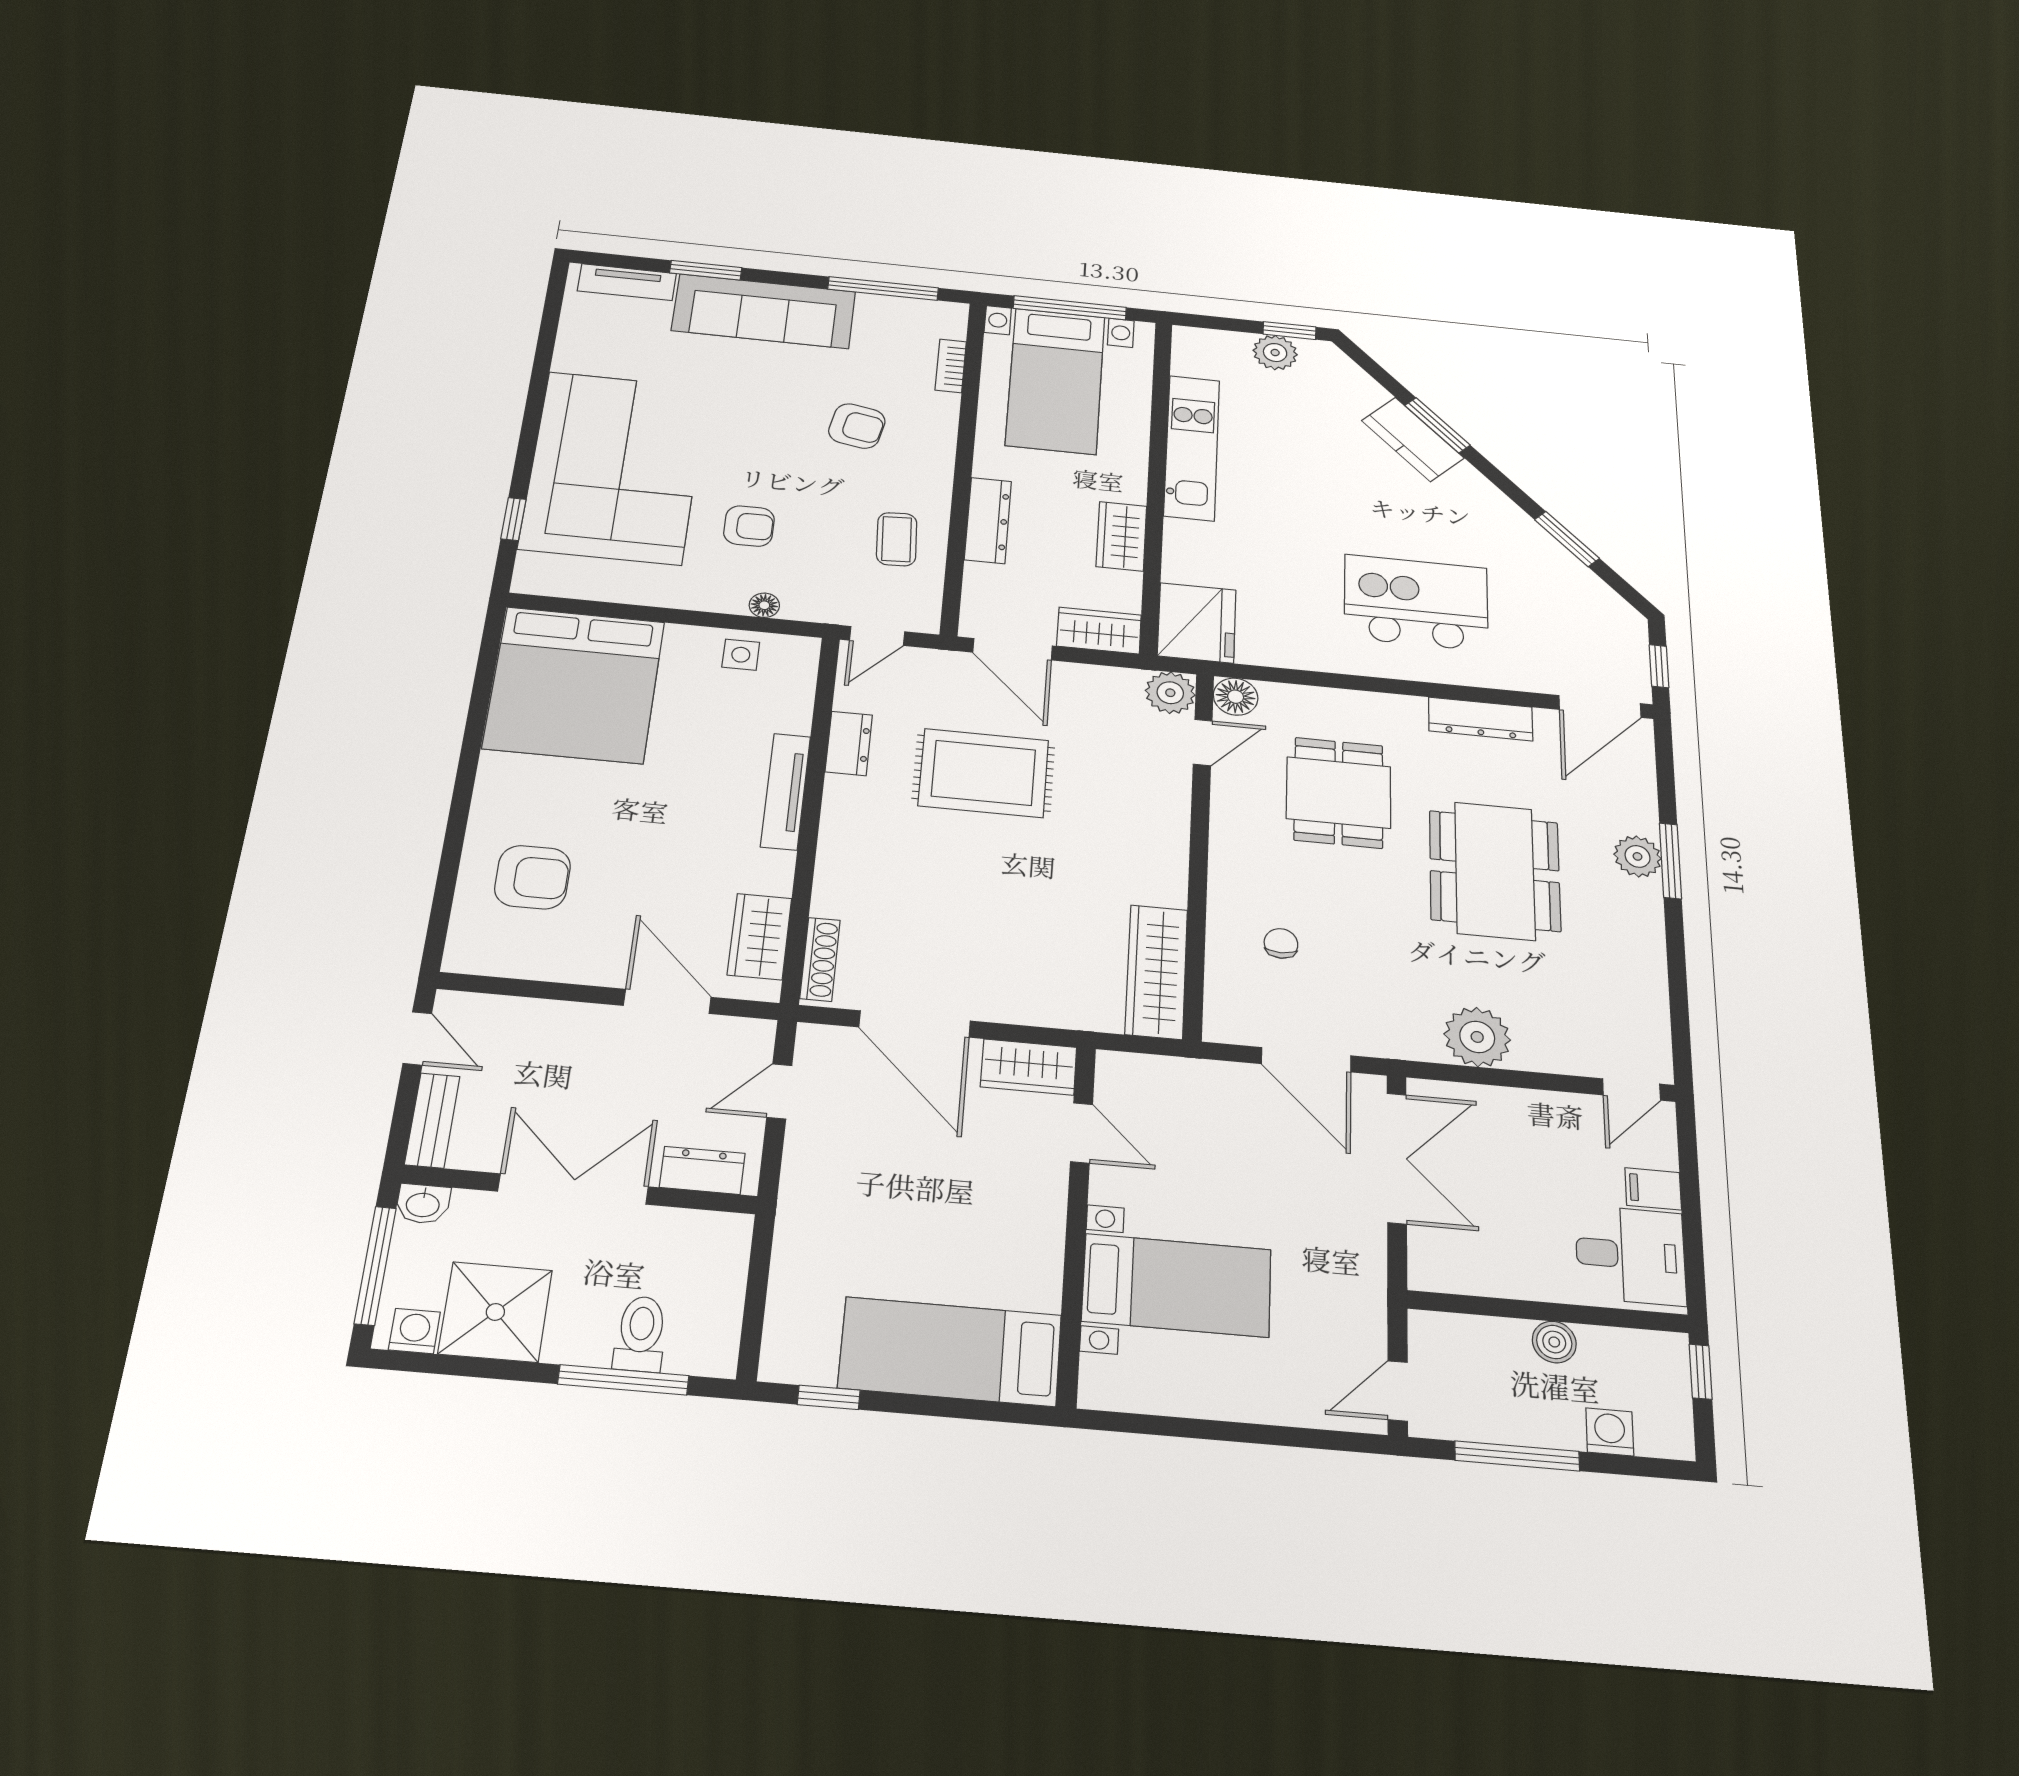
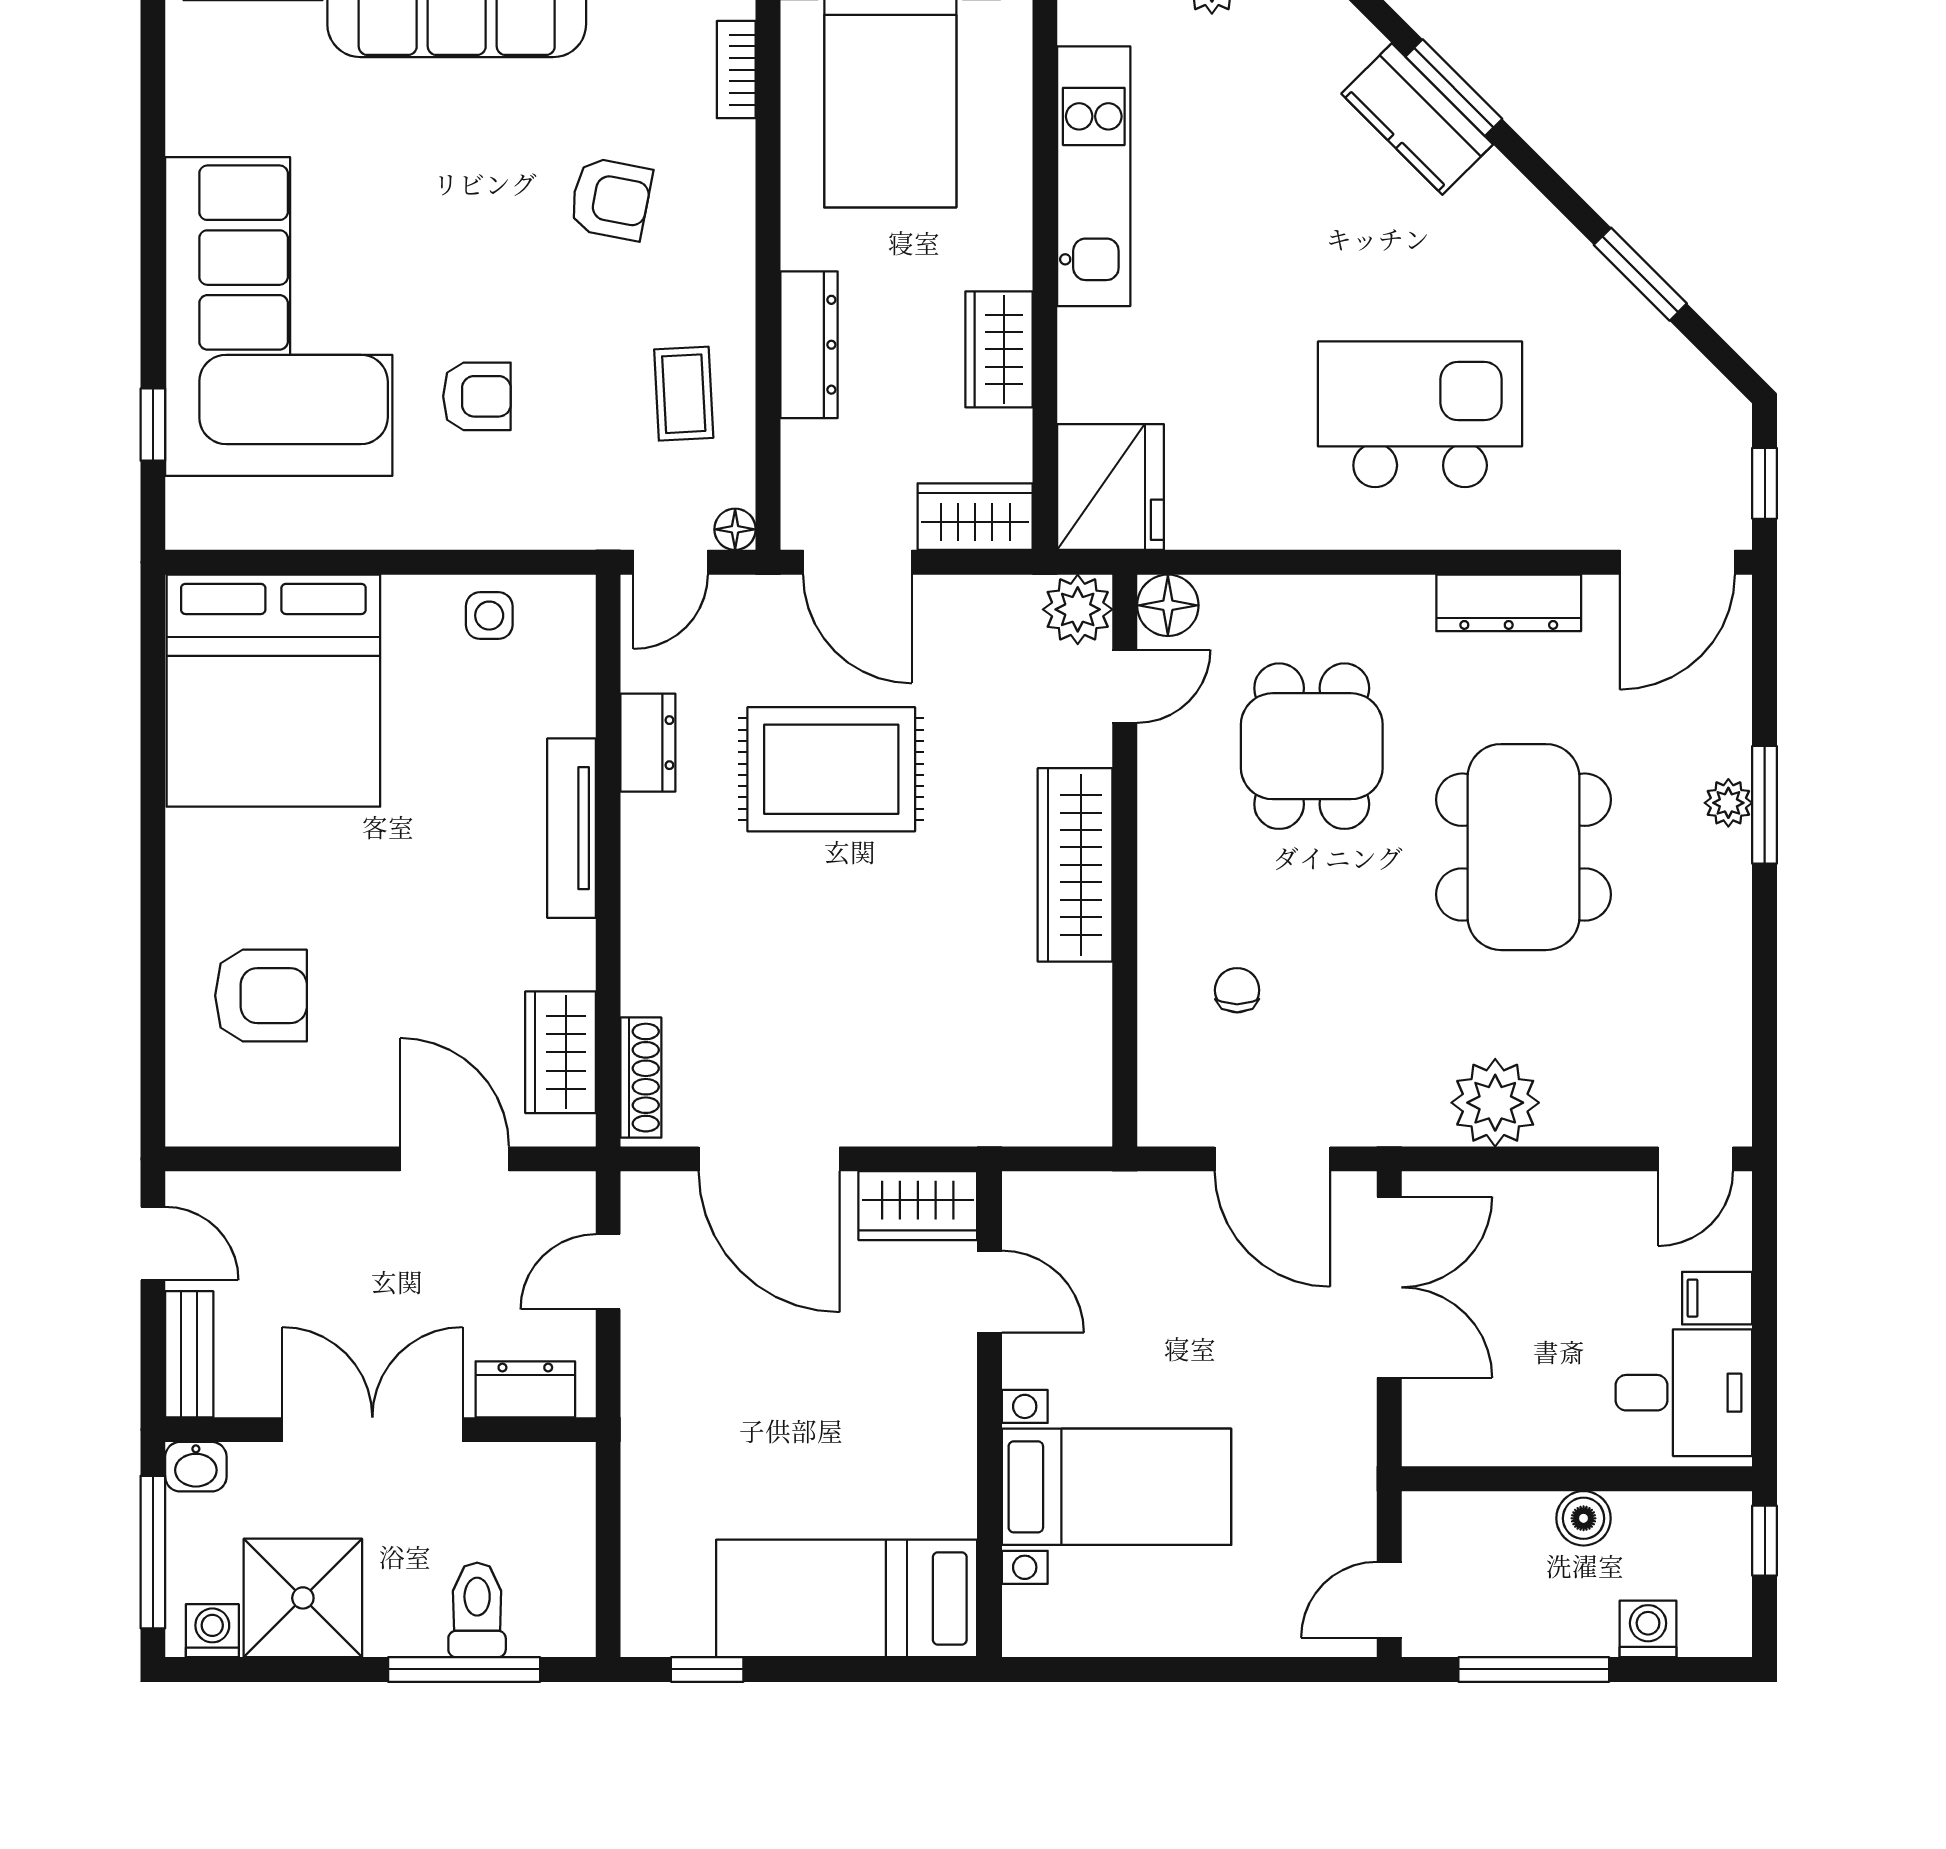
floor lamp: (764, 605) -> (735, 529), moved
plant: (1638, 856) -> (1728, 803), width x0.73, depth x0.73
wardrobe: (1156, 972) -> (1075, 865), moved

